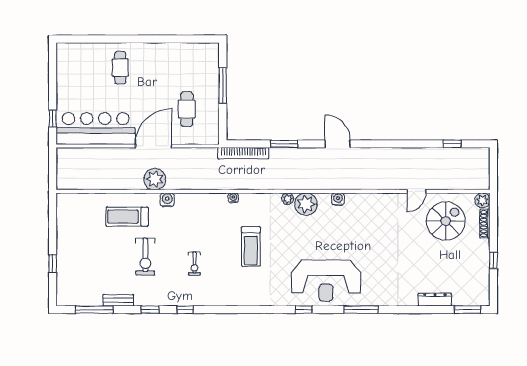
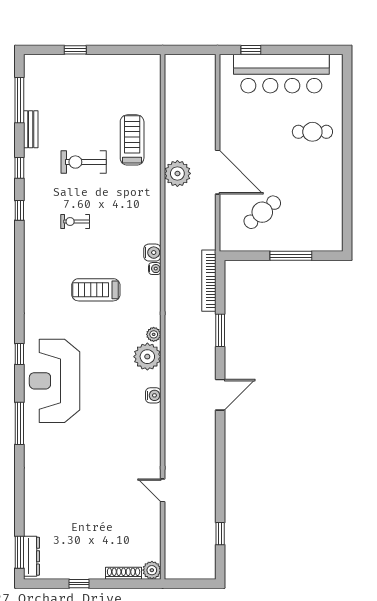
cafe table: (187, 109) -> (262, 212), turned -40
bar counter: (96, 129) -> (281, 74), moved, turned 90
water cooler: (167, 200) -> (152, 253), moved
spiral stairs: (446, 221) -> (127, 526), removed
dresser: (435, 300) -> (31, 556), moved

